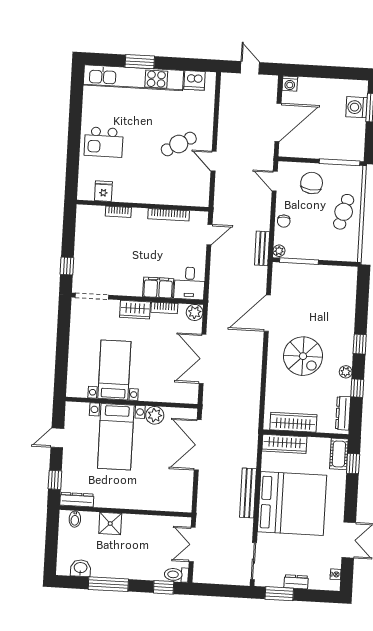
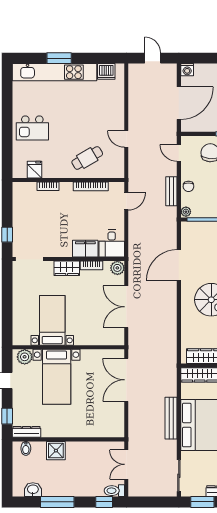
cafe table: (179, 144) -> (87, 158), moved
bench: (262, 248) -> (171, 191), moved
plant: (155, 415) -> (25, 357), moved

